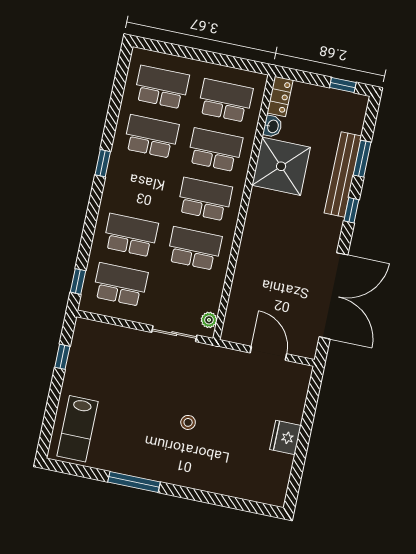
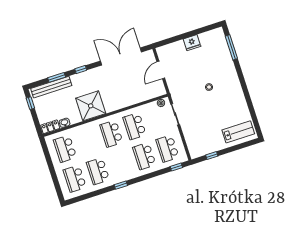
school desk: (215, 150) -> (88, 141), removed
shower: (281, 166) -> (91, 106), moved
bench: (343, 175) -> (51, 87), moved
window: (134, 482) -> (231, 47), moved

